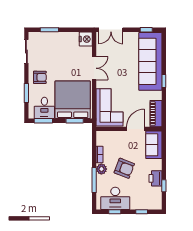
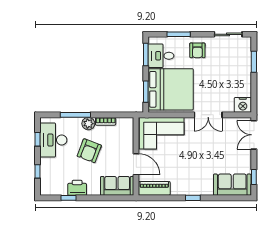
sofa: (150, 61) -> (232, 185), width x0.54, depth x0.79

